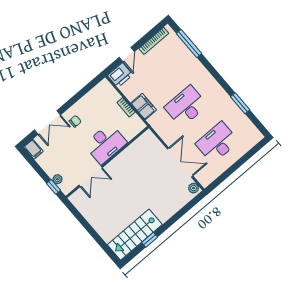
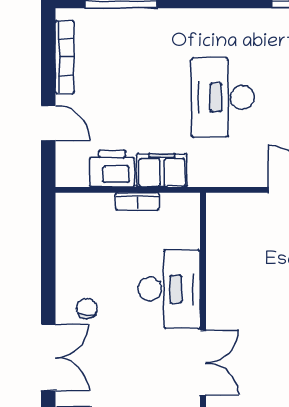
printer: (120, 75) -> (112, 168), moved, turned -90

